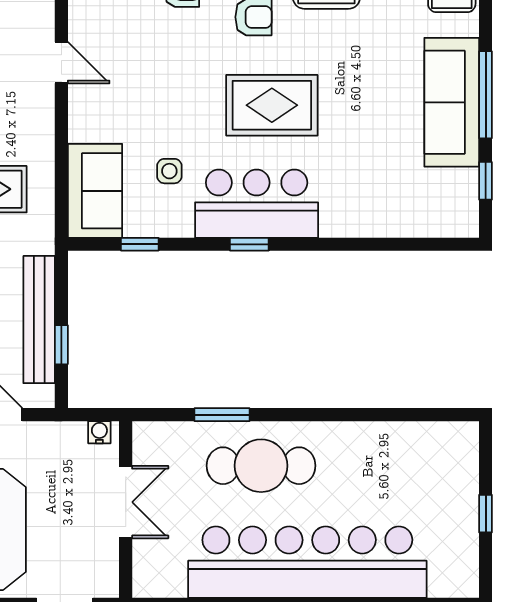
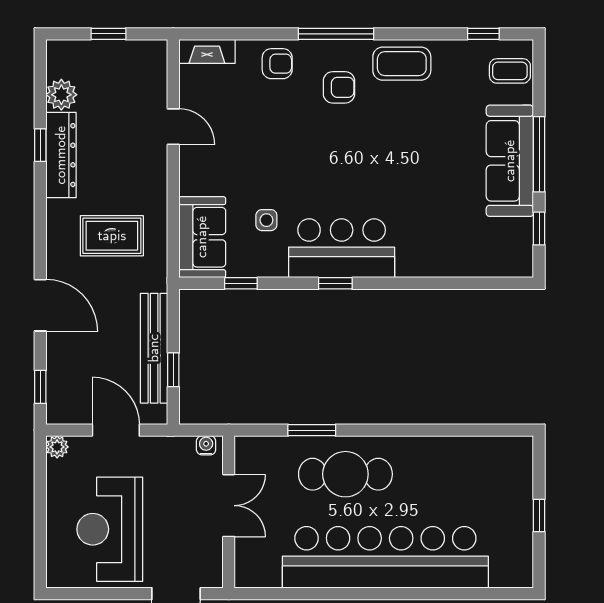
rug: (272, 105) -> (355, 163), removed

